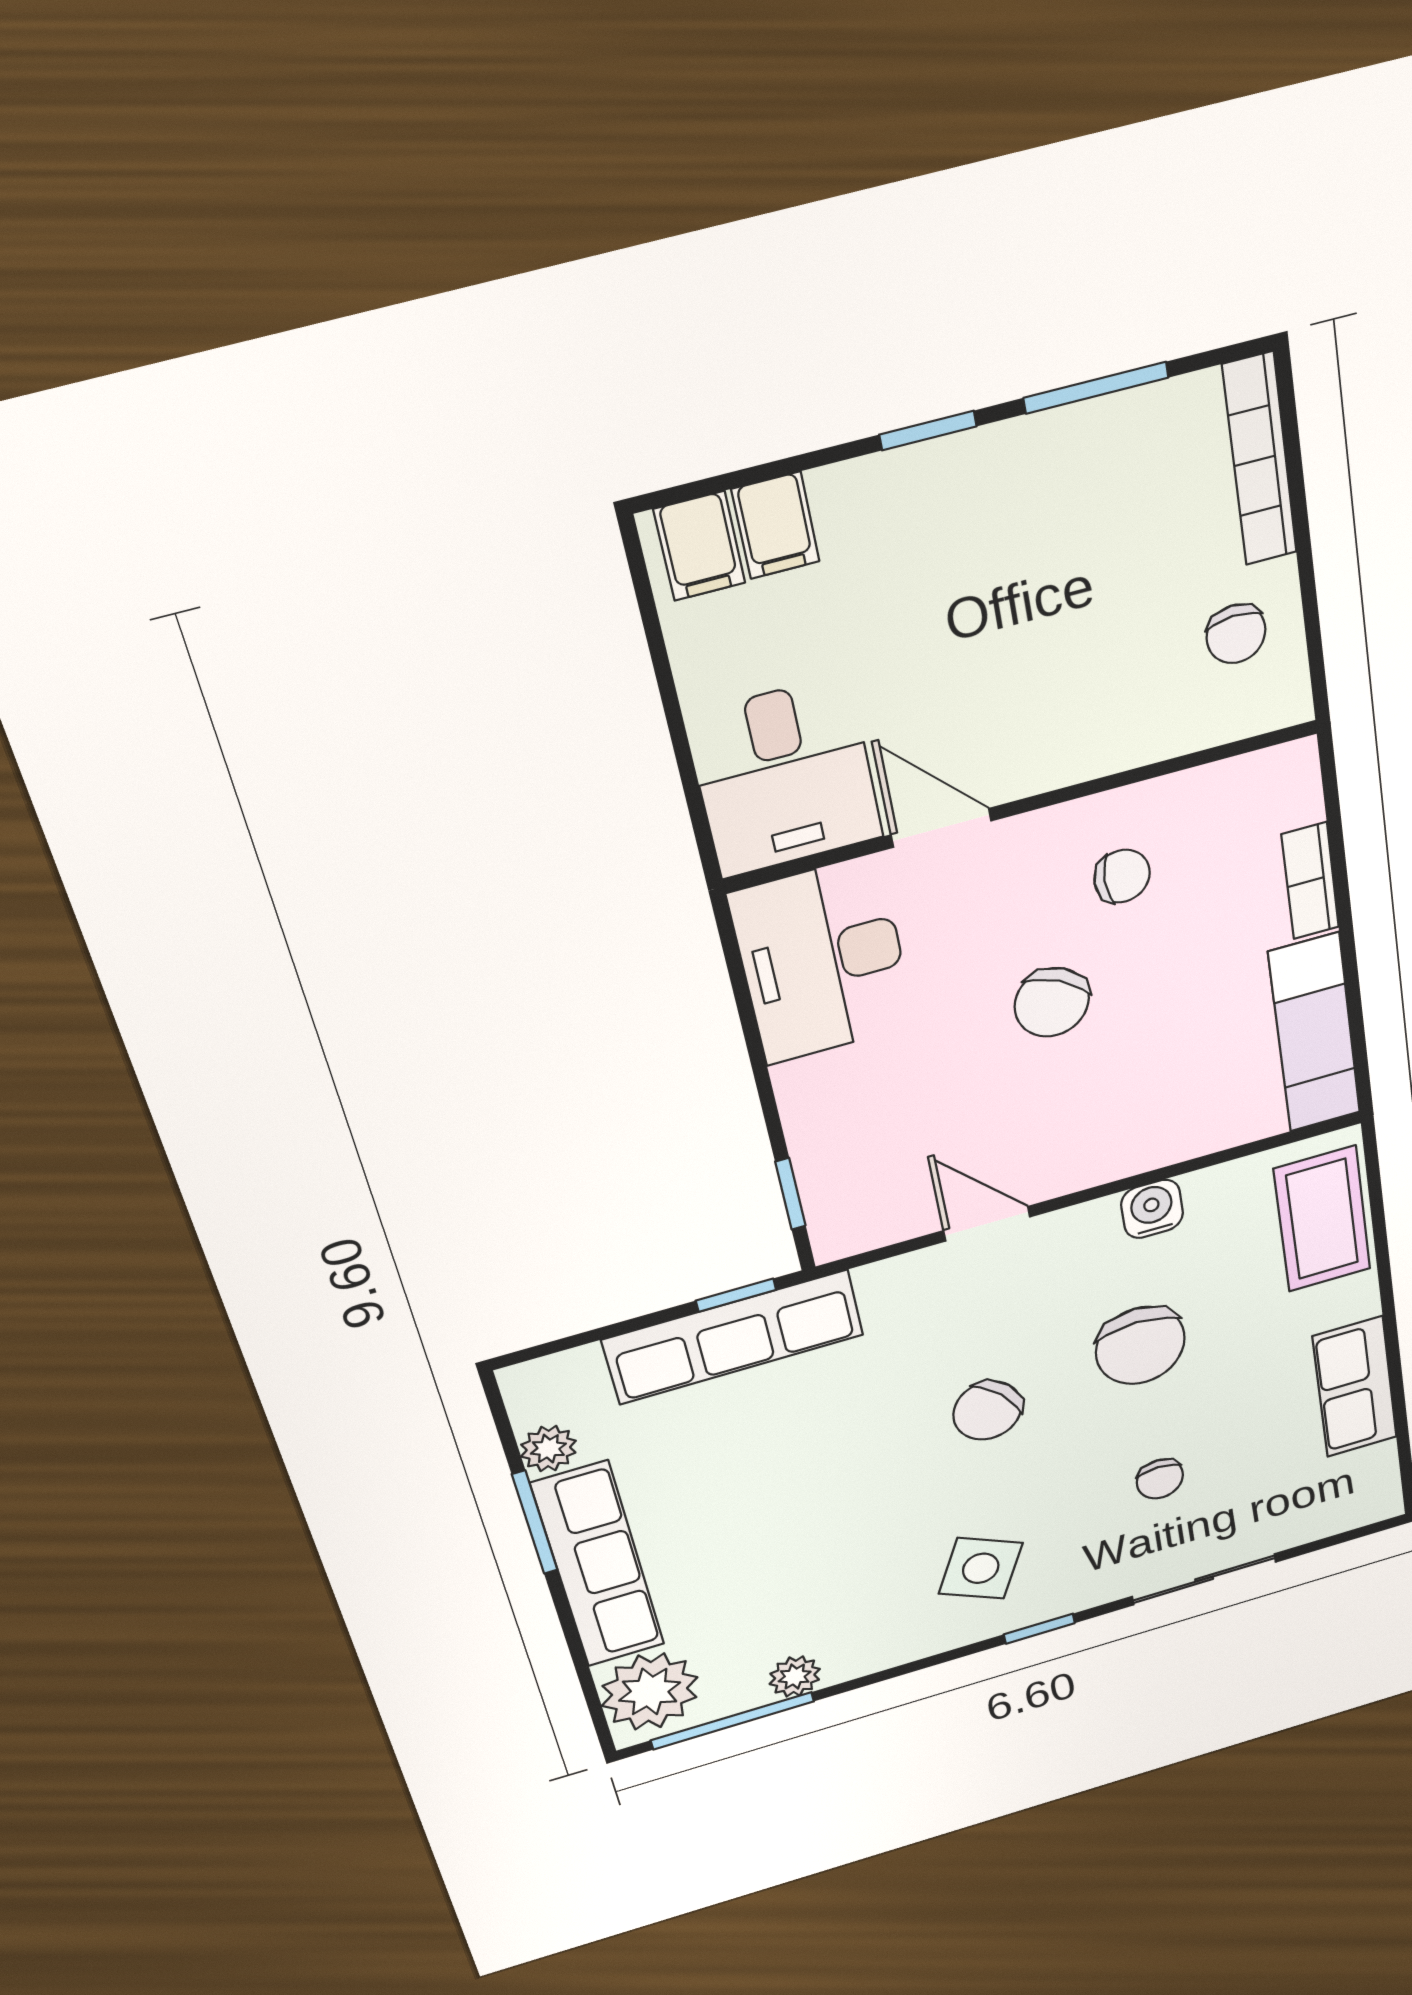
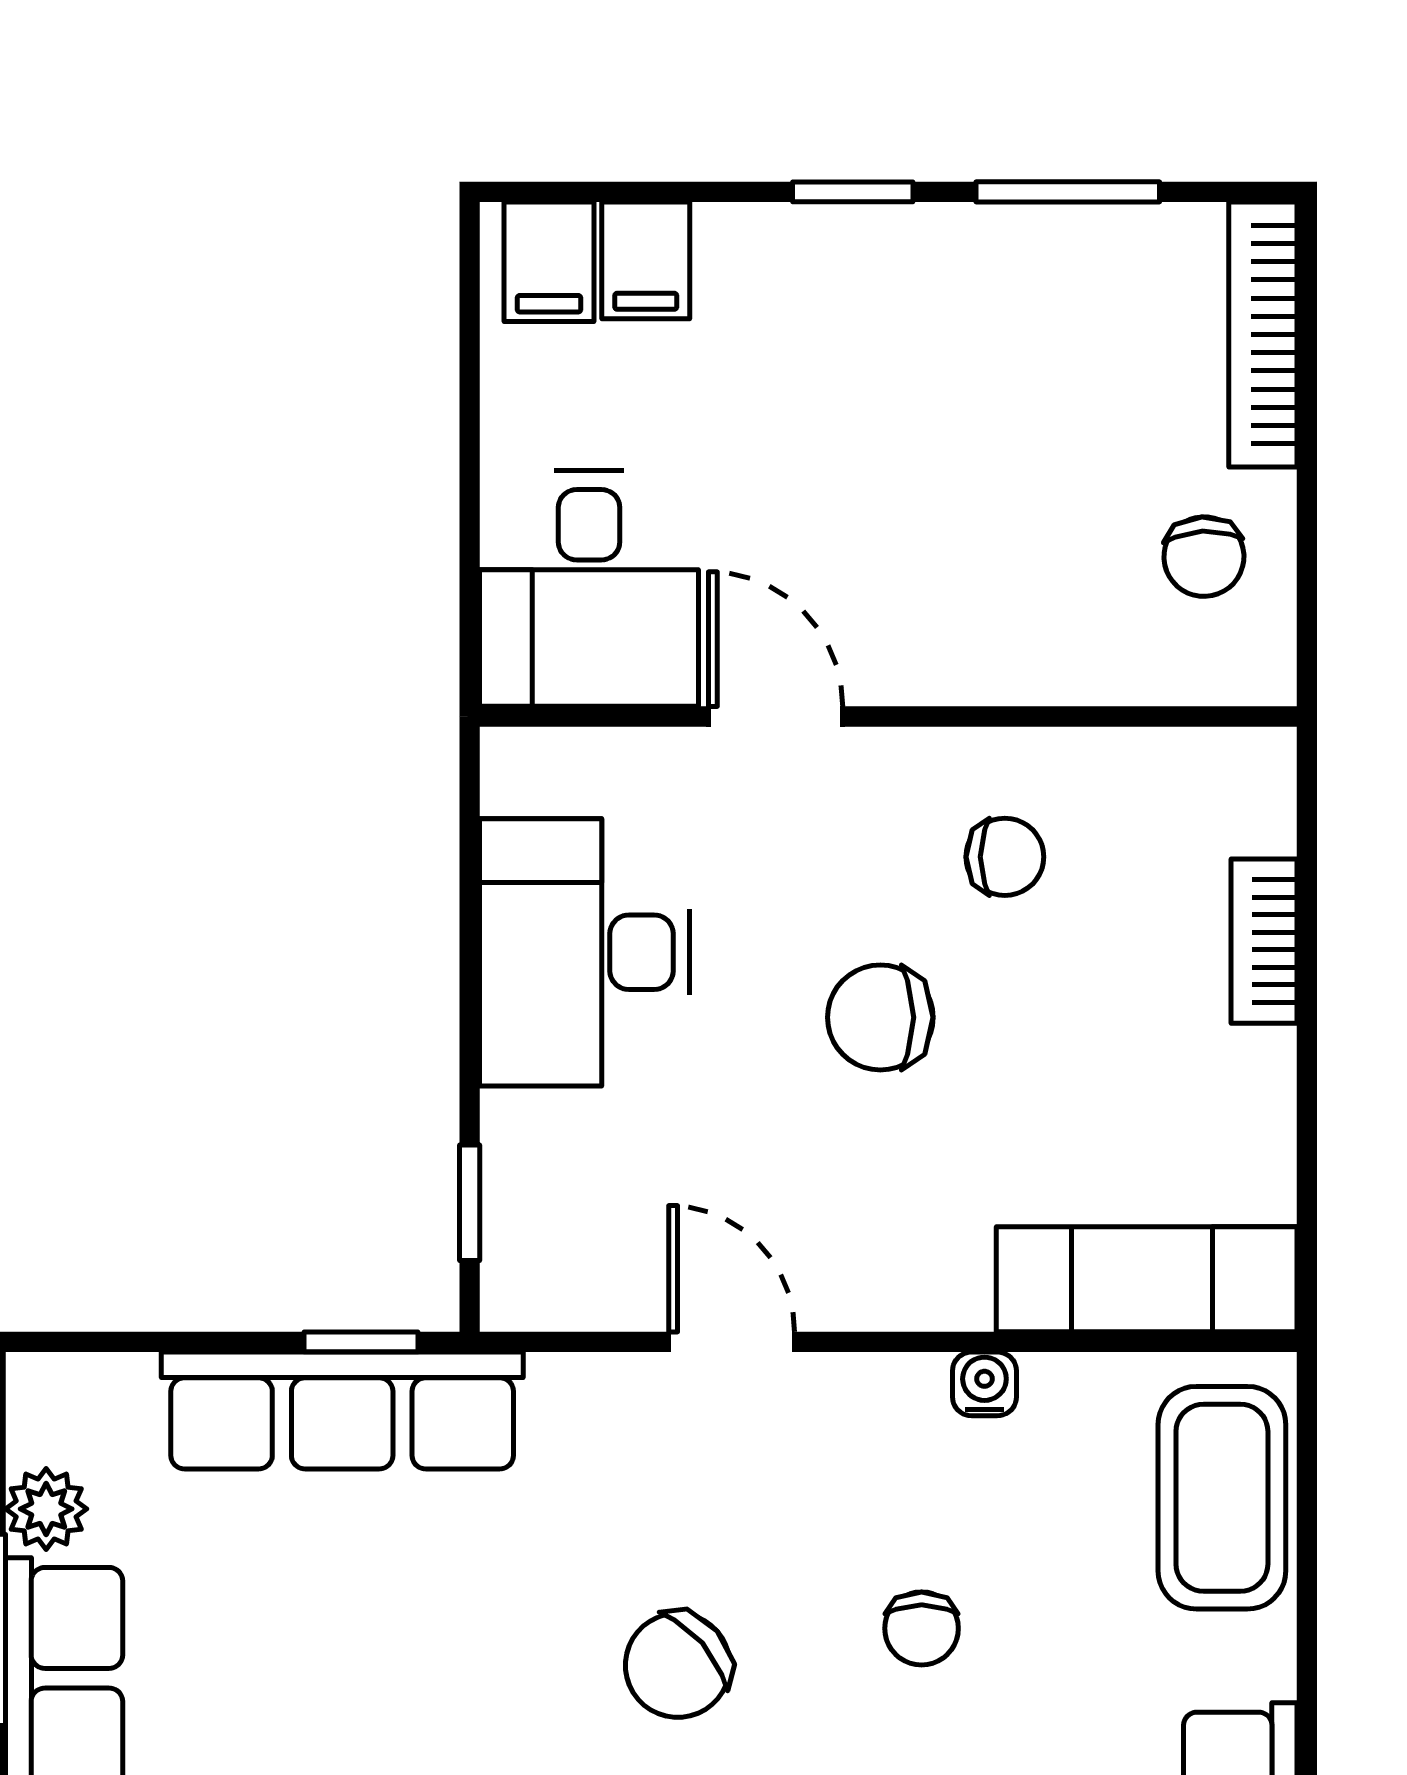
desk: (822, 960) -> (585, 952), moved
chair: (1052, 1002) -> (880, 1017), turned 62
exam couch: (1315, 1033) -> (1147, 1279), moved, turned 90
water cooler: (1152, 1209) -> (984, 1384), width x0.72, depth x0.72
chair: (1140, 1345) -> (922, 1628), width x0.54, depth x0.54

